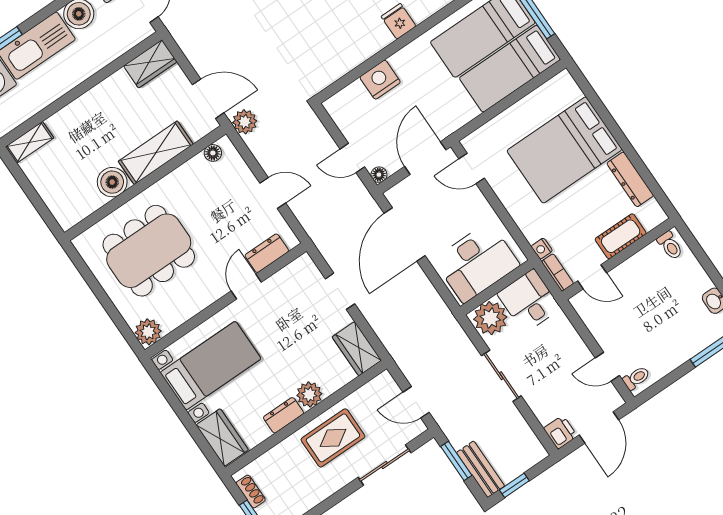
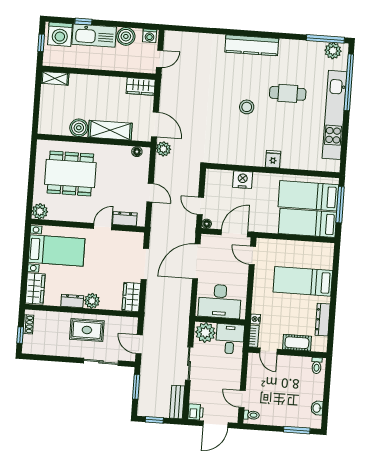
bed: (564, 150) -> (303, 281), width x0.67
doorway: (340, 291) -> (145, 264), width x1.38
bench: (480, 469) -> (177, 402), moved

